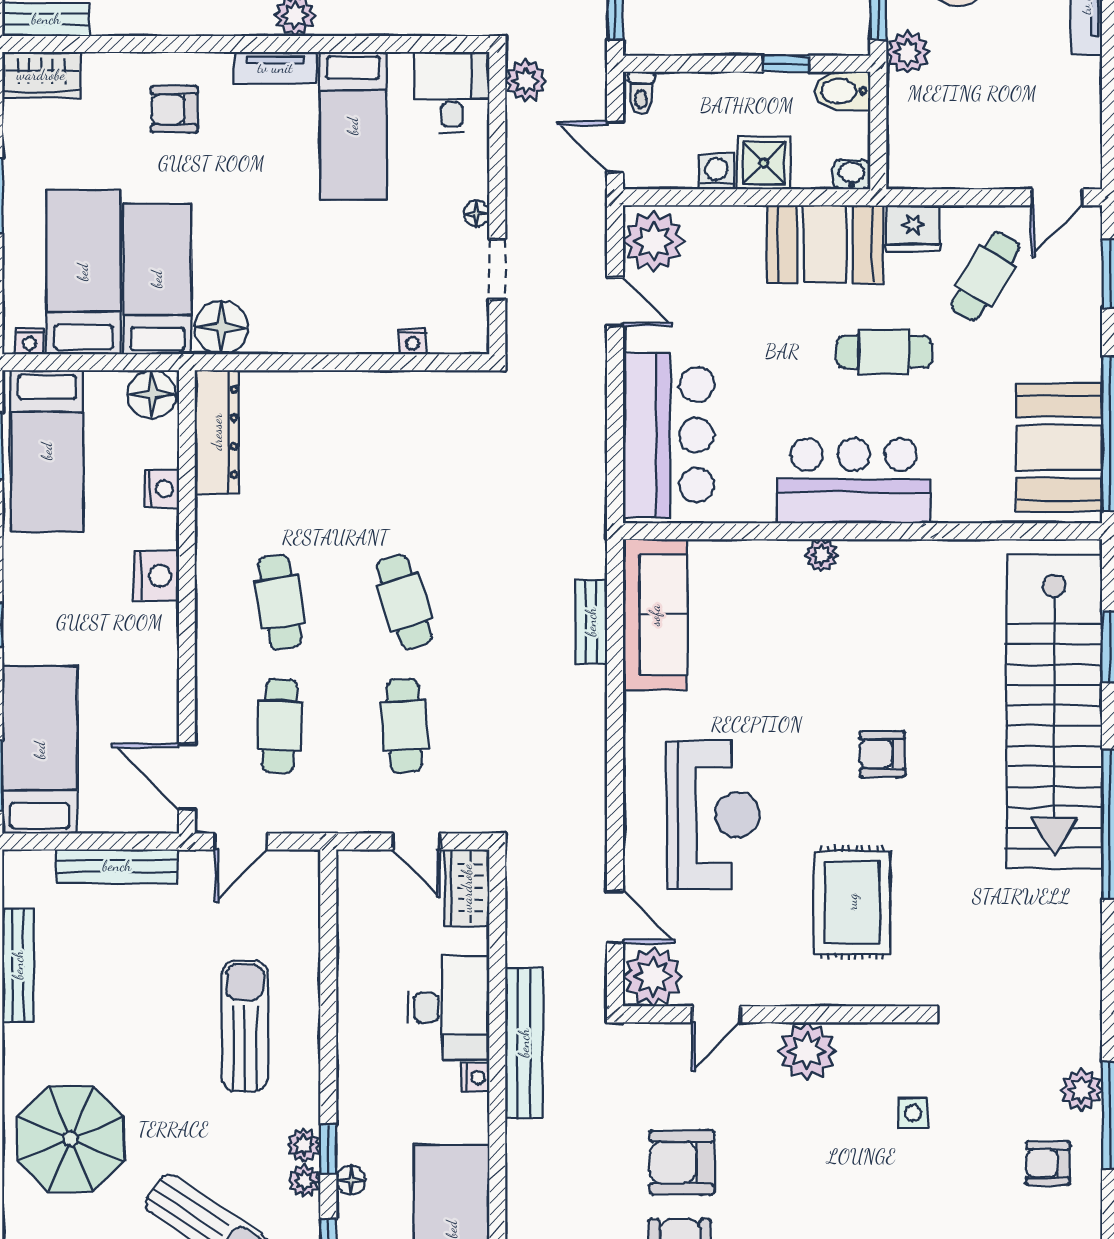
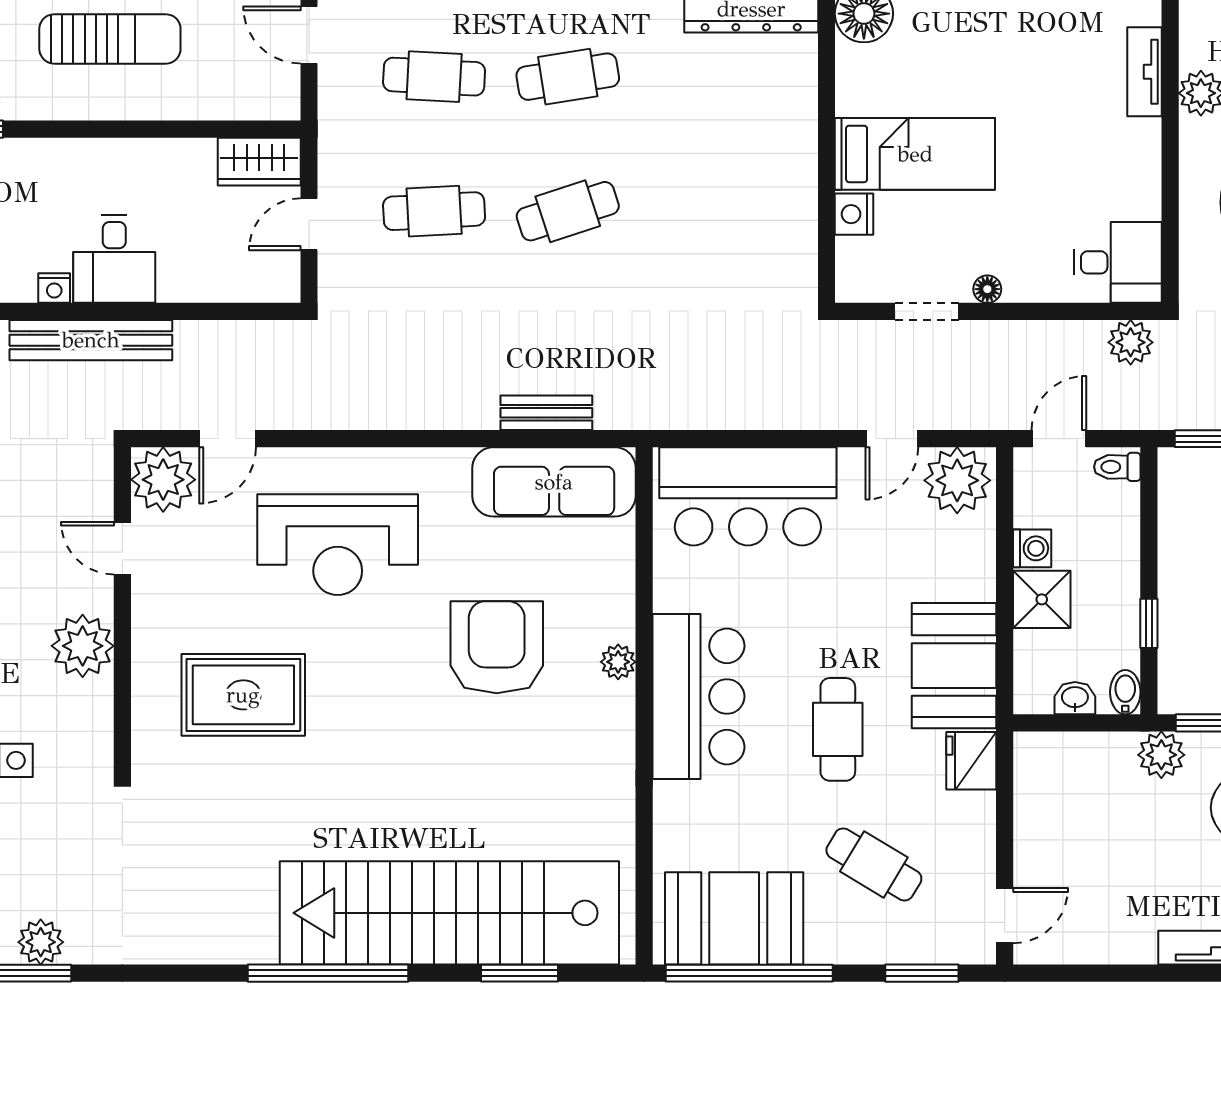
bidet: (842, 91) -> (1125, 692), width x0.72, depth x0.74
bed: (353, 126) -> (915, 154), moved, turned 180
washbasin: (852, 174) -> (1075, 698), moved, turned -90
door: (1057, 197) -> (1005, 916), swing flipped
cafe table: (986, 276) -> (874, 864), moved
nightstand: (412, 341) -> (854, 214), width x1.39, depth x1.35
armchair: (882, 754) -> (497, 647), moved, width x1.88, depth x1.88
wardrobe: (467, 888) -> (259, 162), moved, turned 180
desk: (449, 1008) -> (114, 259), width x0.73

